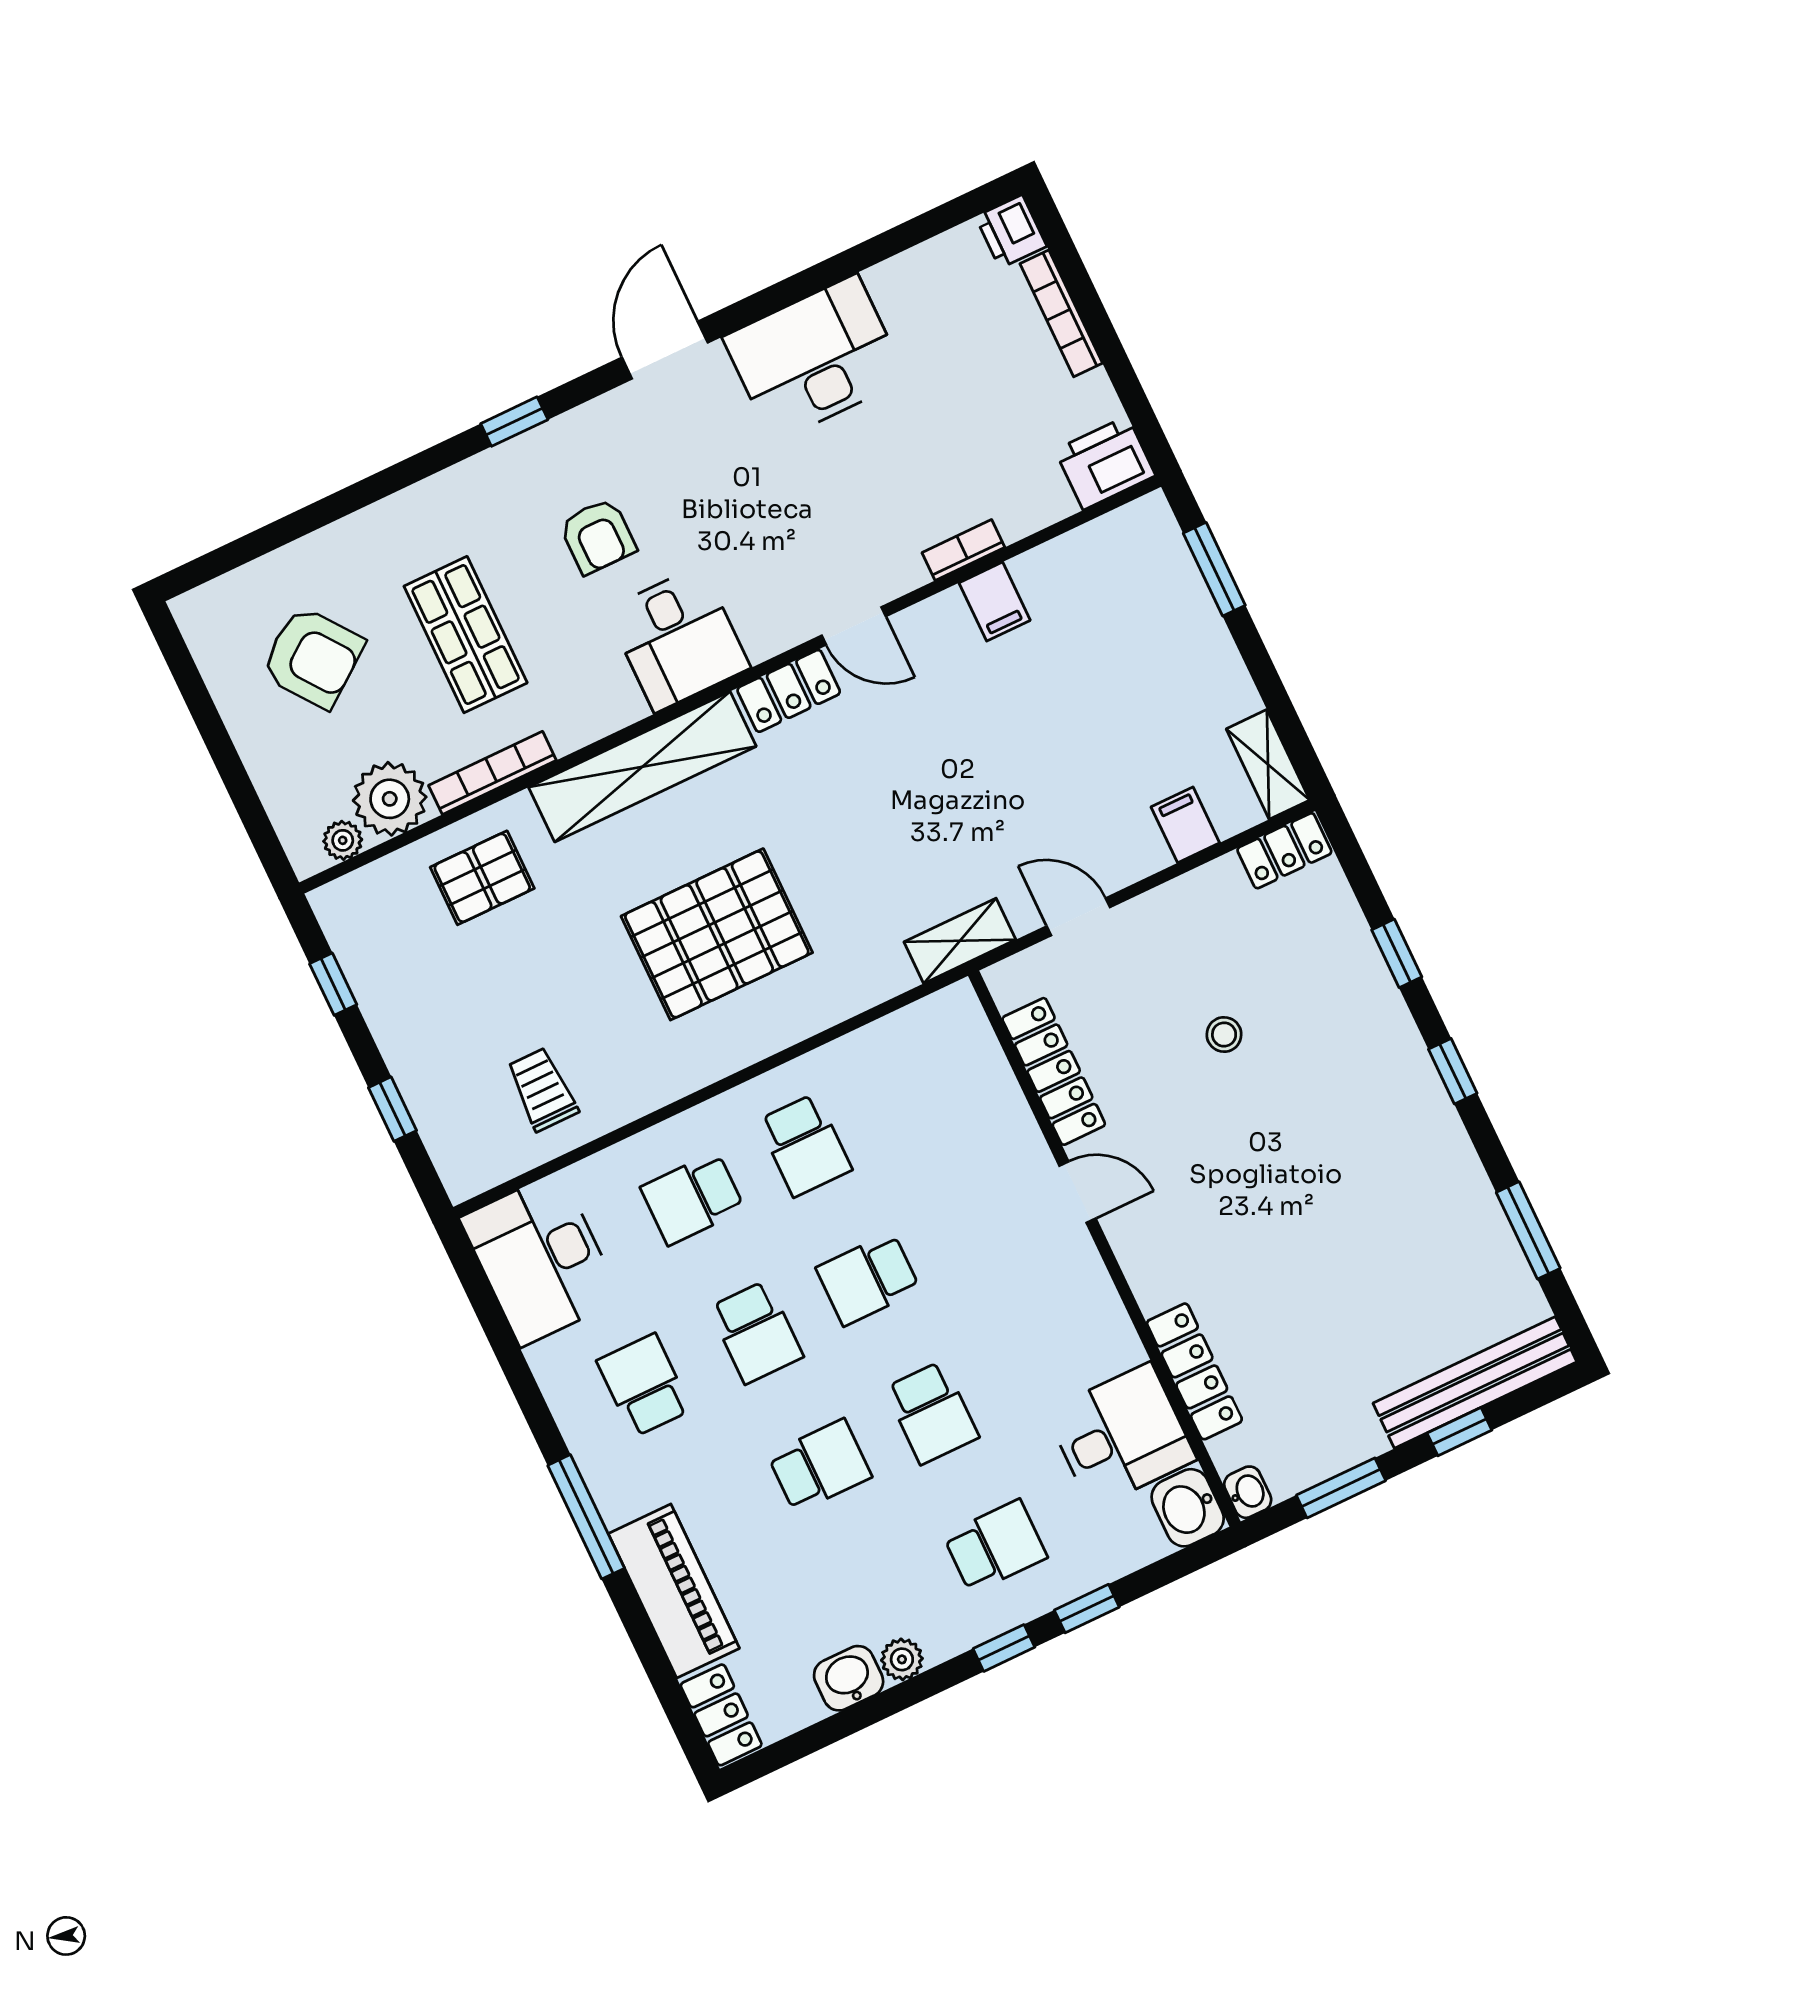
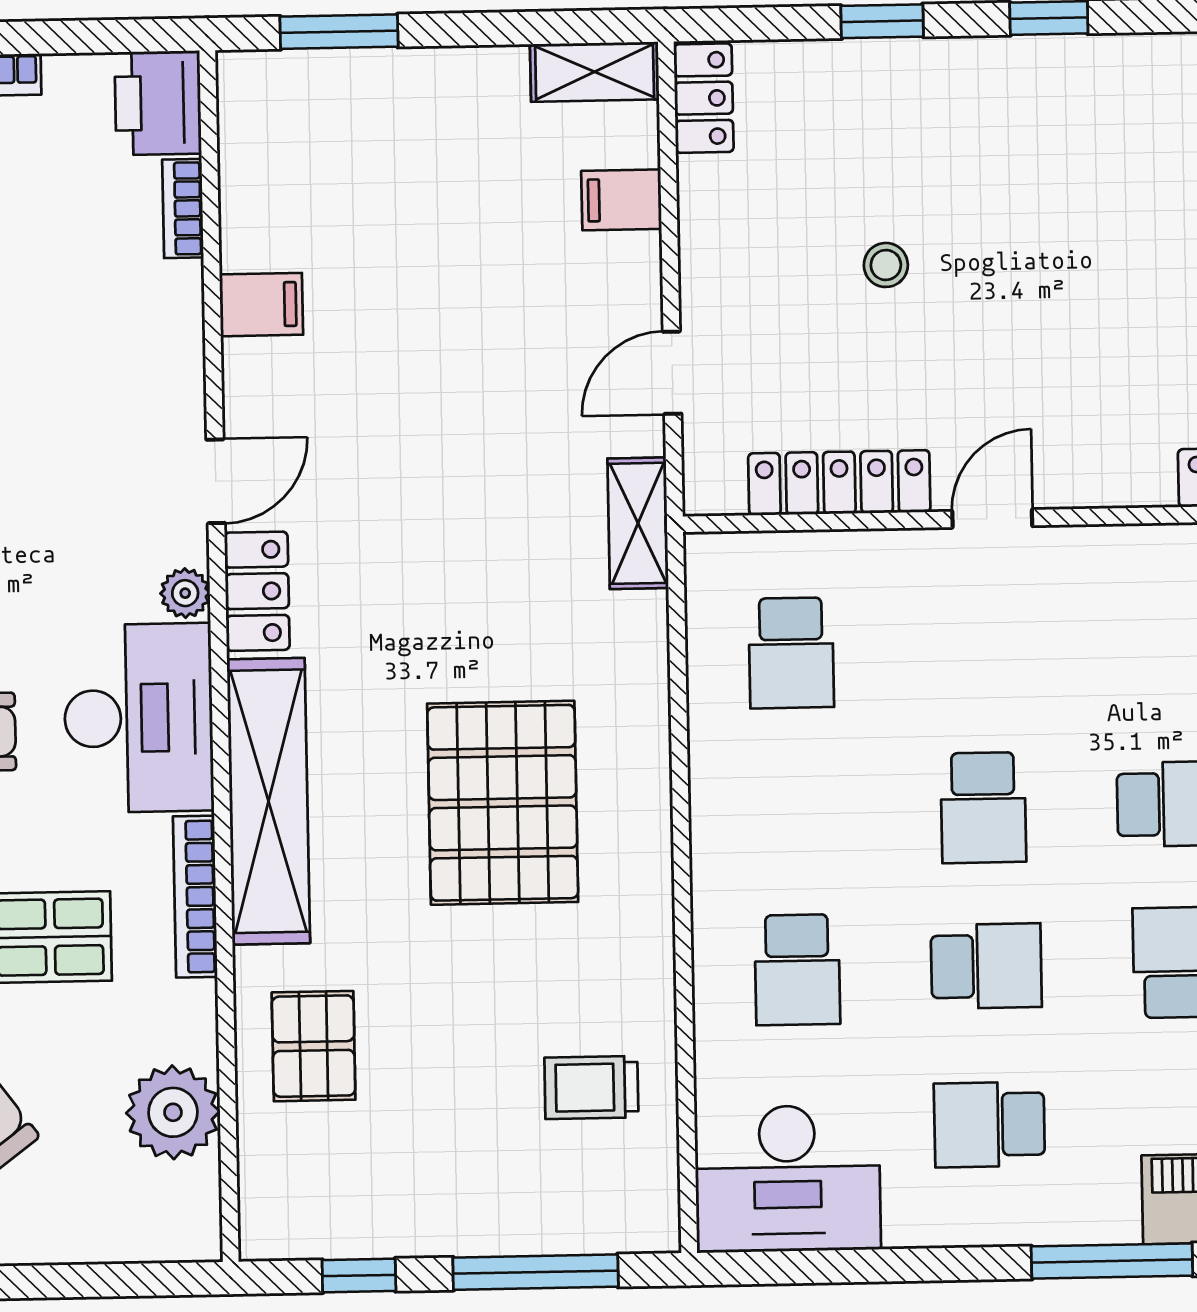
bookcase: (963, 550) -> (183, 208), moved
desk: (678, 639) -> (139, 718), width x1.37
bookcase: (492, 773) -> (195, 897), moved
plant: (343, 840) -> (185, 593), moved
window: (393, 1109) -> (536, 1272), width x2.17
school desk: (805, 1145) -> (791, 653), moved, turned 90

